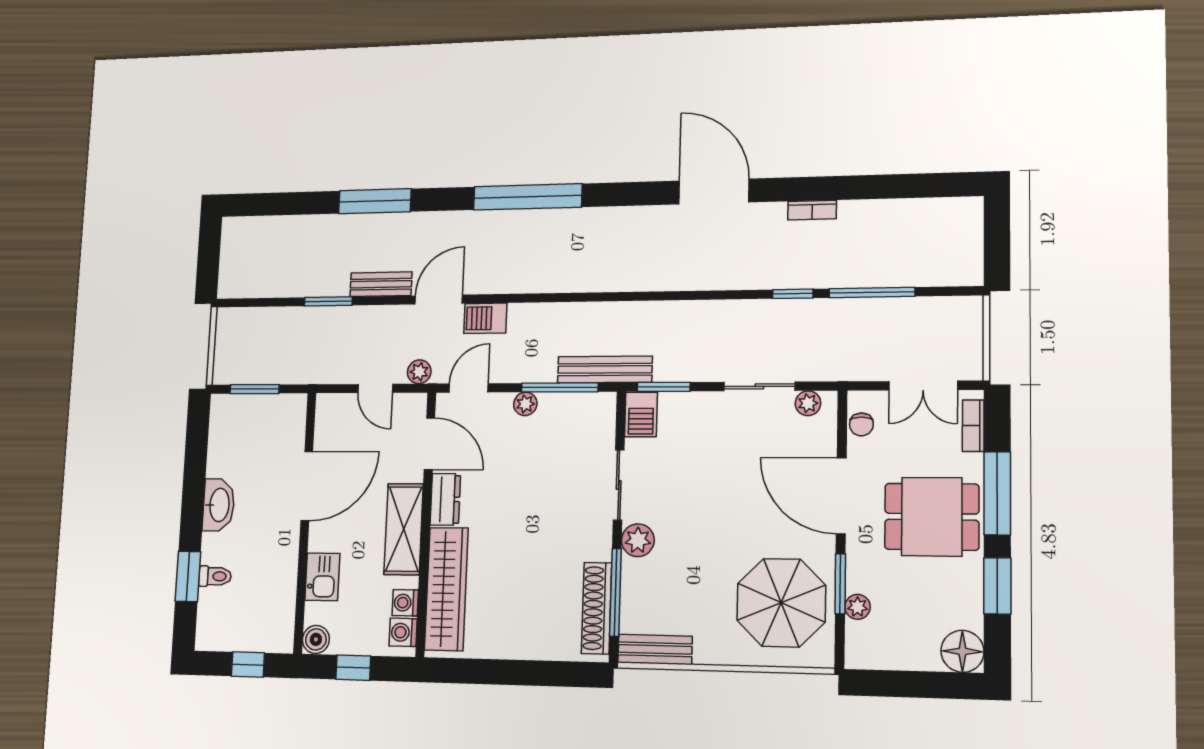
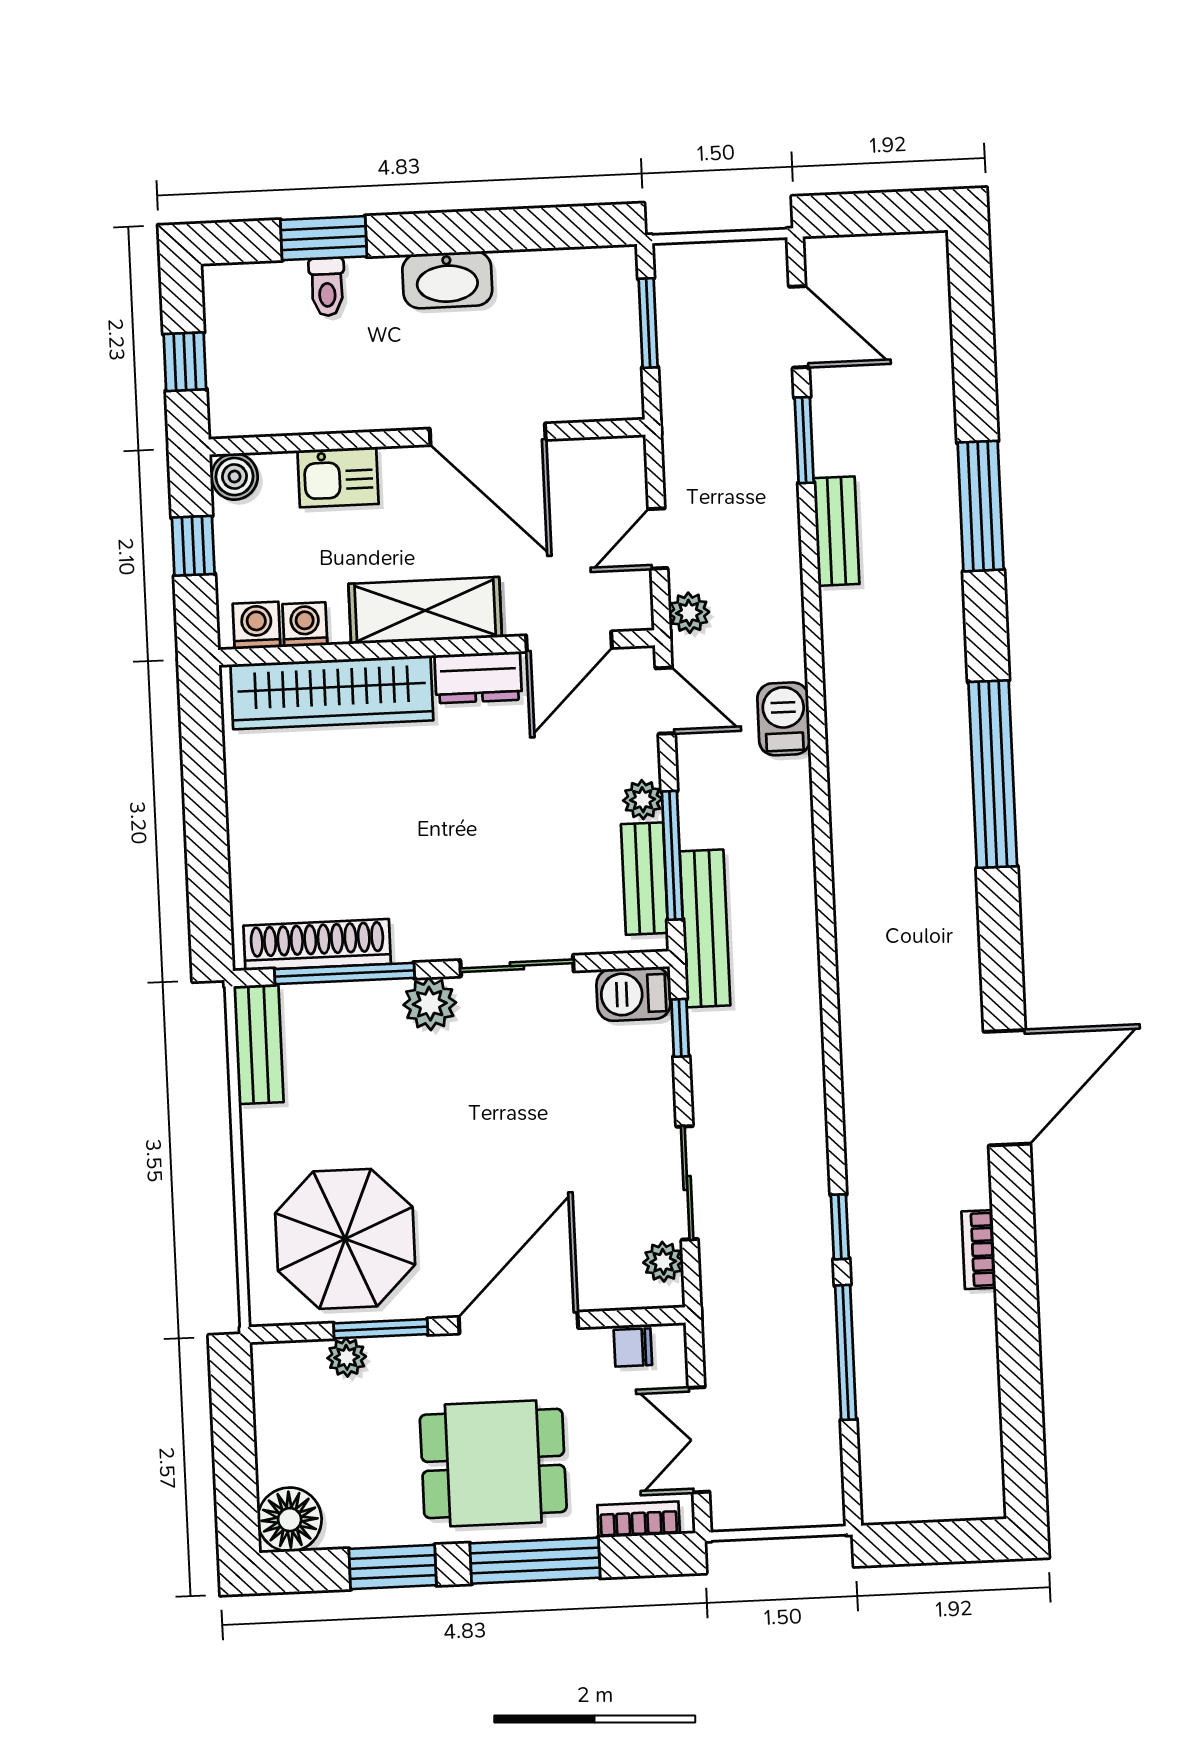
door: (439, 300) -> (799, 327), moved
window: (664, 387) -> (680, 1028), width x0.67
bench: (572, 405) -> (645, 879), added
dining table: (932, 517) -> (493, 1463), turned 90

